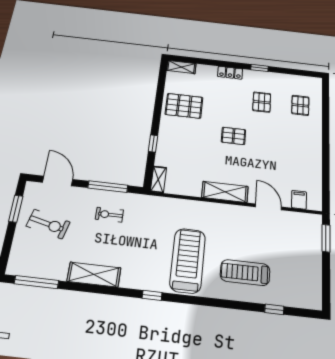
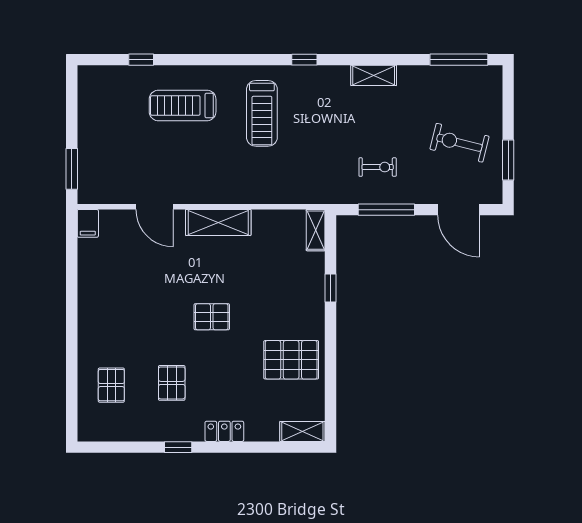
filing cabinet: (299, 200) -> (88, 223), moved
treadmill: (188, 260) -> (262, 113), width x0.73, depth x0.73
treadmill: (245, 273) -> (183, 105), turned 180
shelving: (94, 275) -> (374, 75), width x0.67, depth x0.75

